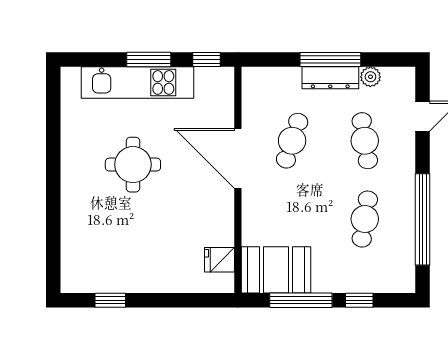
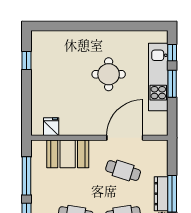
window: (207, 60) -> (172, 53), moved
door: (238, 158) -> (125, 138), moved
booth: (276, 270) -> (68, 154), moved, turned 90

